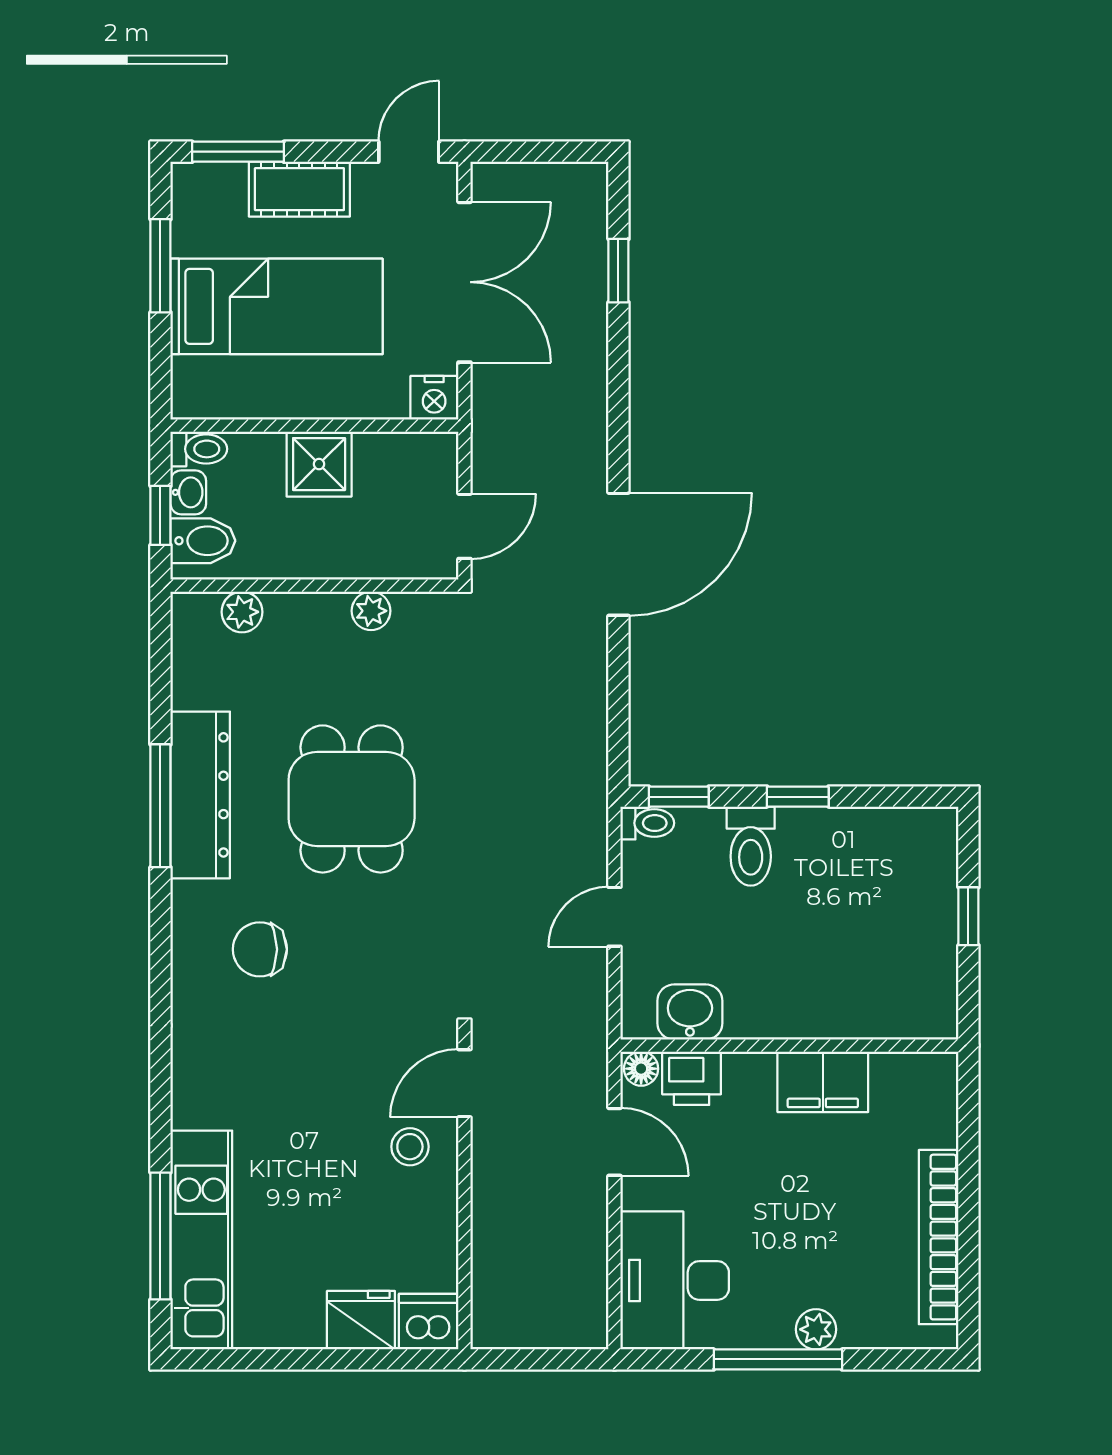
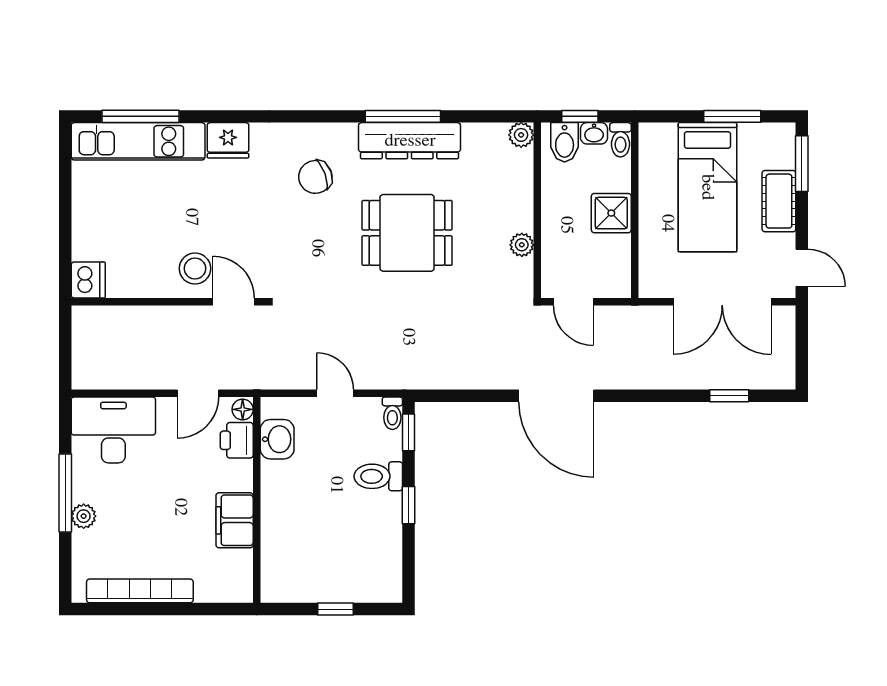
nightstand: (434, 398) -> (652, 283), removed
plant: (242, 612) -> (521, 135), moved
chair: (260, 949) -> (315, 177), turned -110
stool: (410, 1147) -> (195, 269), width x1.37, depth x1.37
fridge: (361, 1320) -> (228, 140), moved, turned 90

